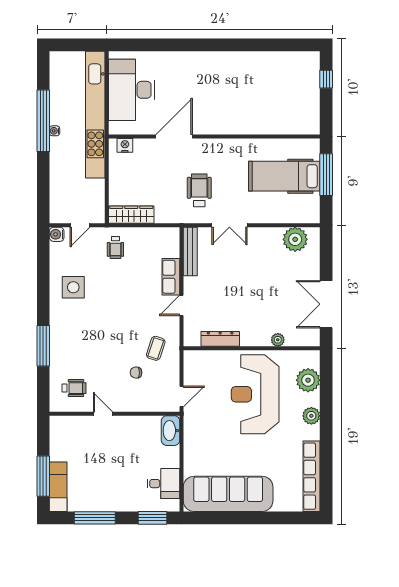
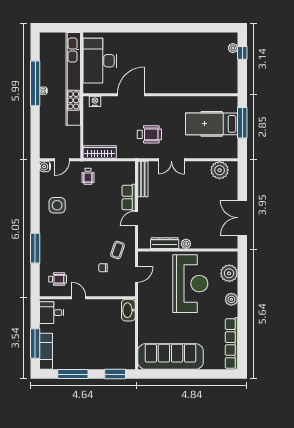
plant: (313, 73) -> (233, 48), added
wheelchair: (199, 190) -> (149, 134), turned 90
plant: (278, 340) -> (186, 244), moved
reception desk: (255, 394) -> (190, 284), turned 180
door: (182, 396) -> (136, 275), moved
desk: (163, 484) -> (52, 313), moved, turned 180

